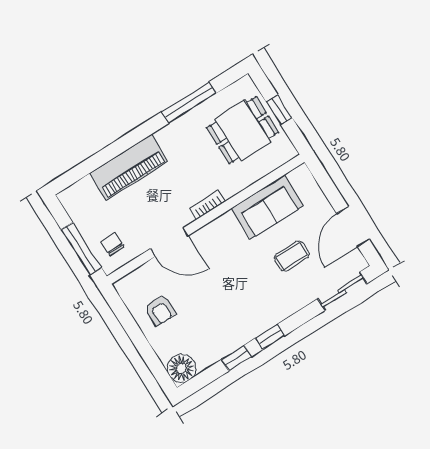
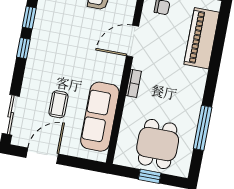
piano: (129, 167) -> (202, 38), moved
sofa: (267, 207) -> (100, 117), width x1.36
door: (353, 227) -> (42, 156), hinge flipped

